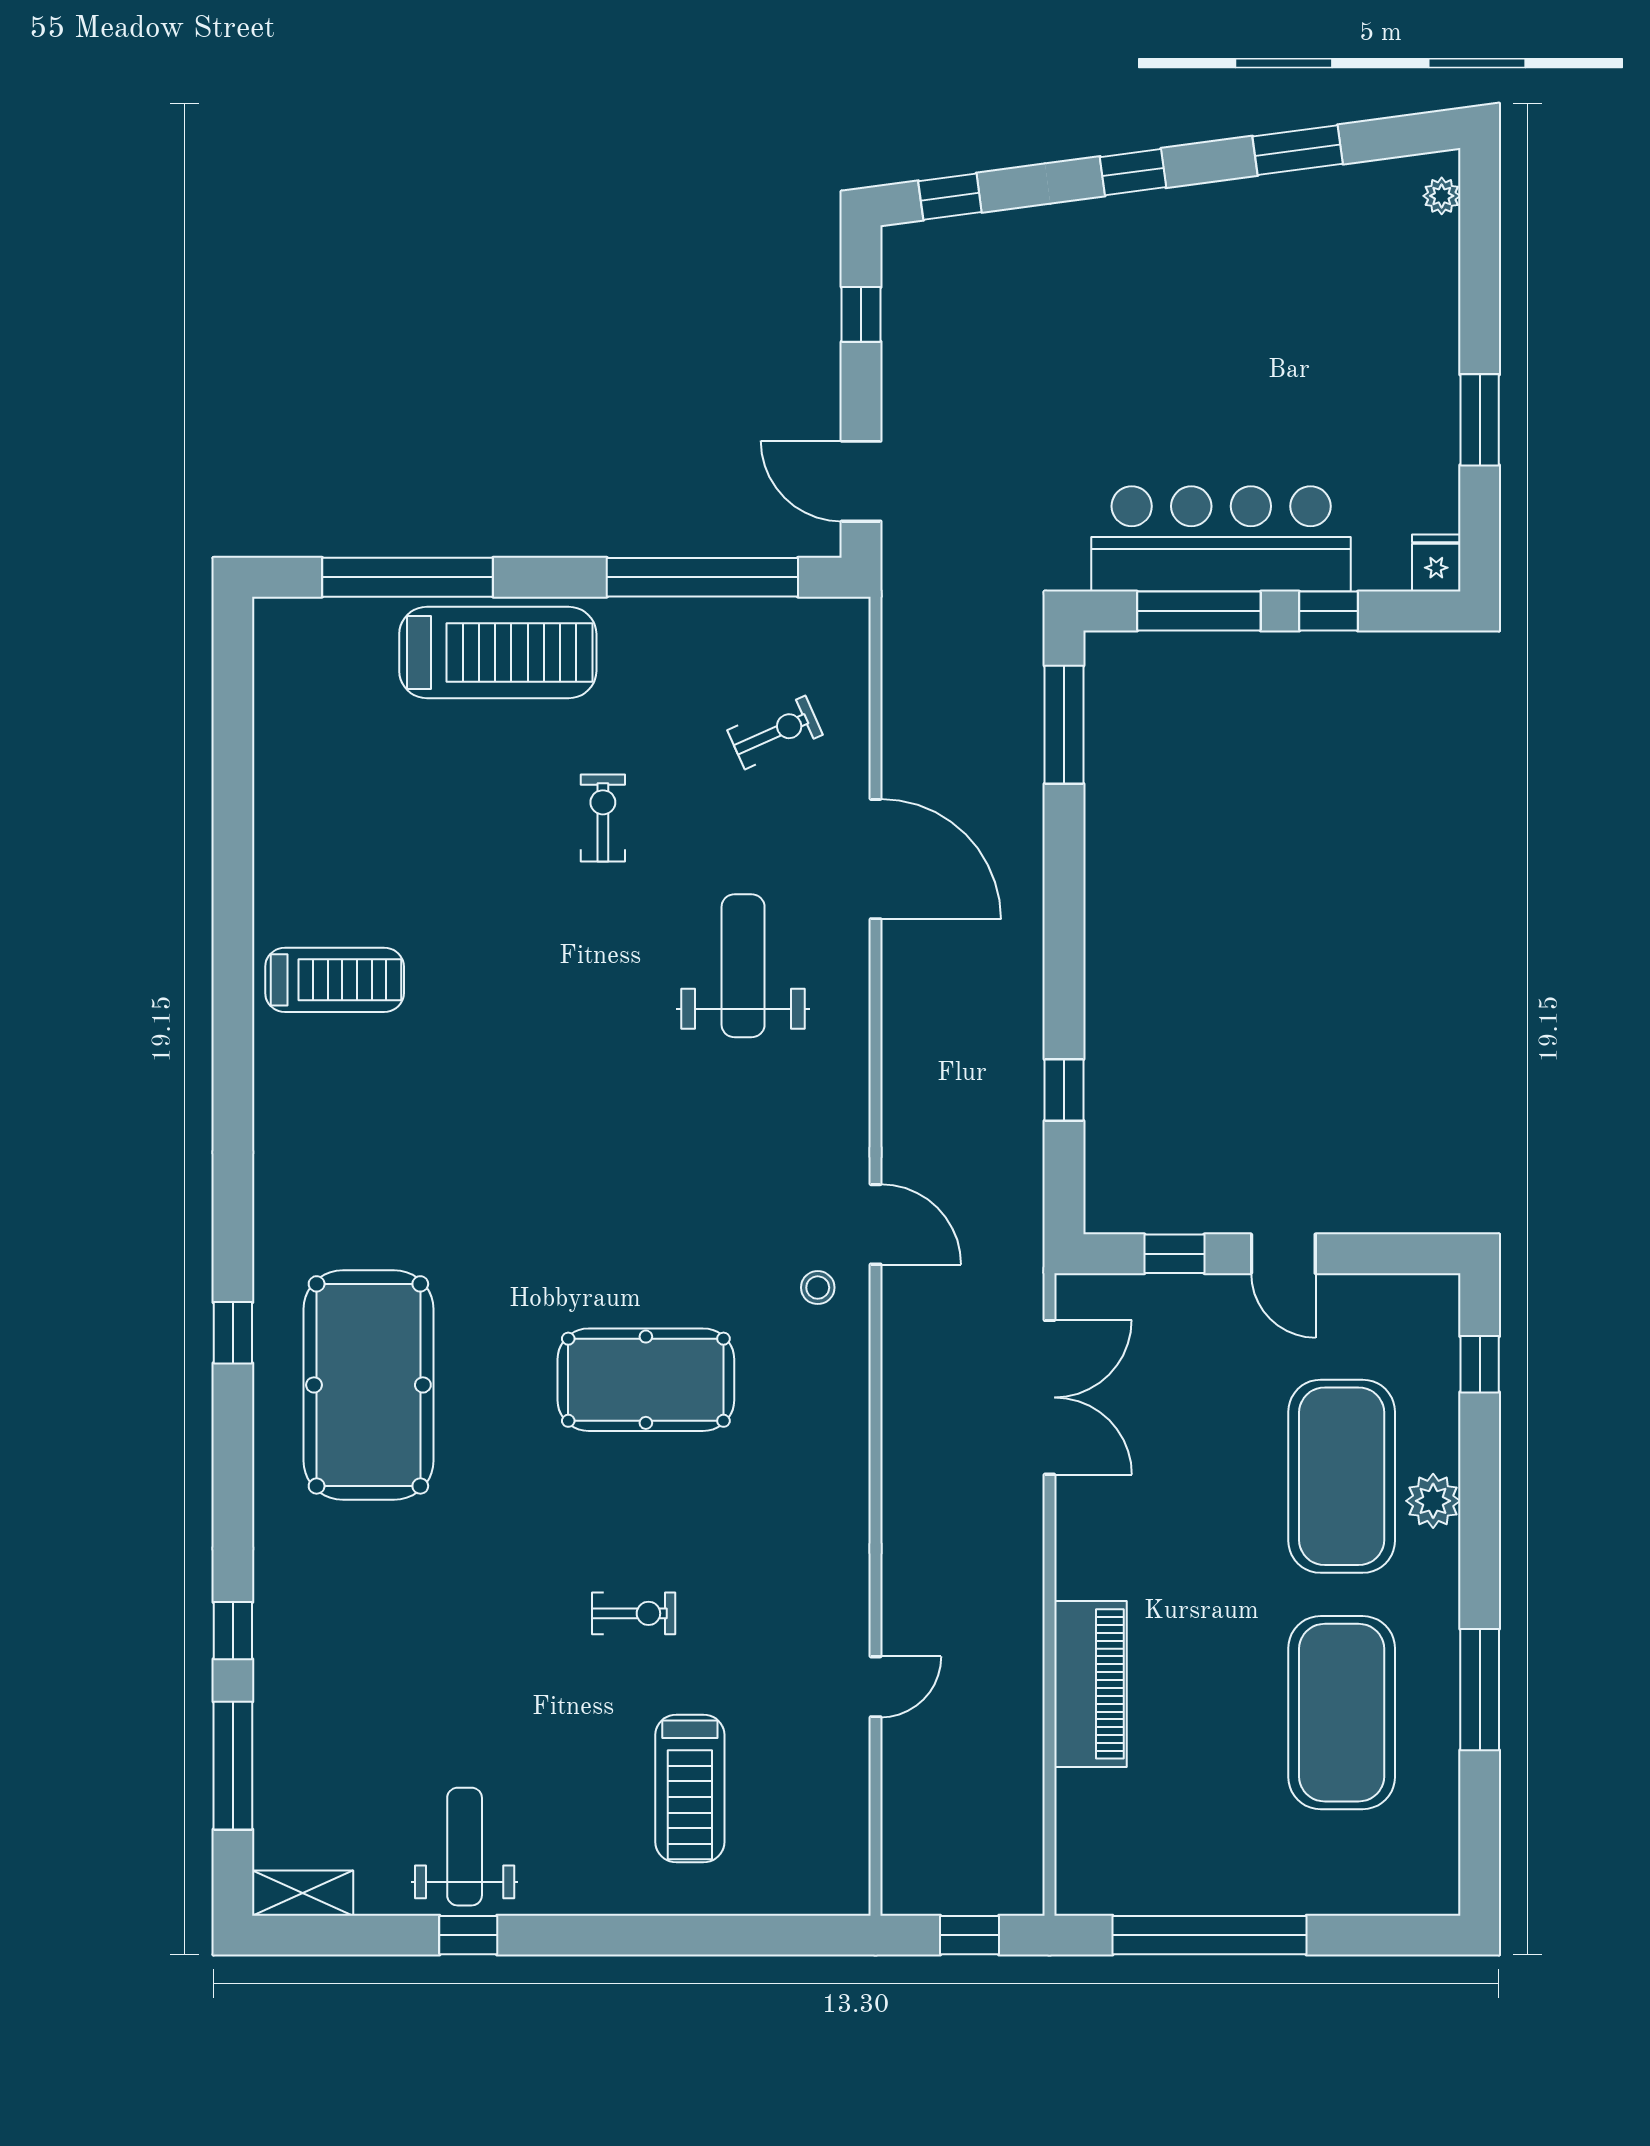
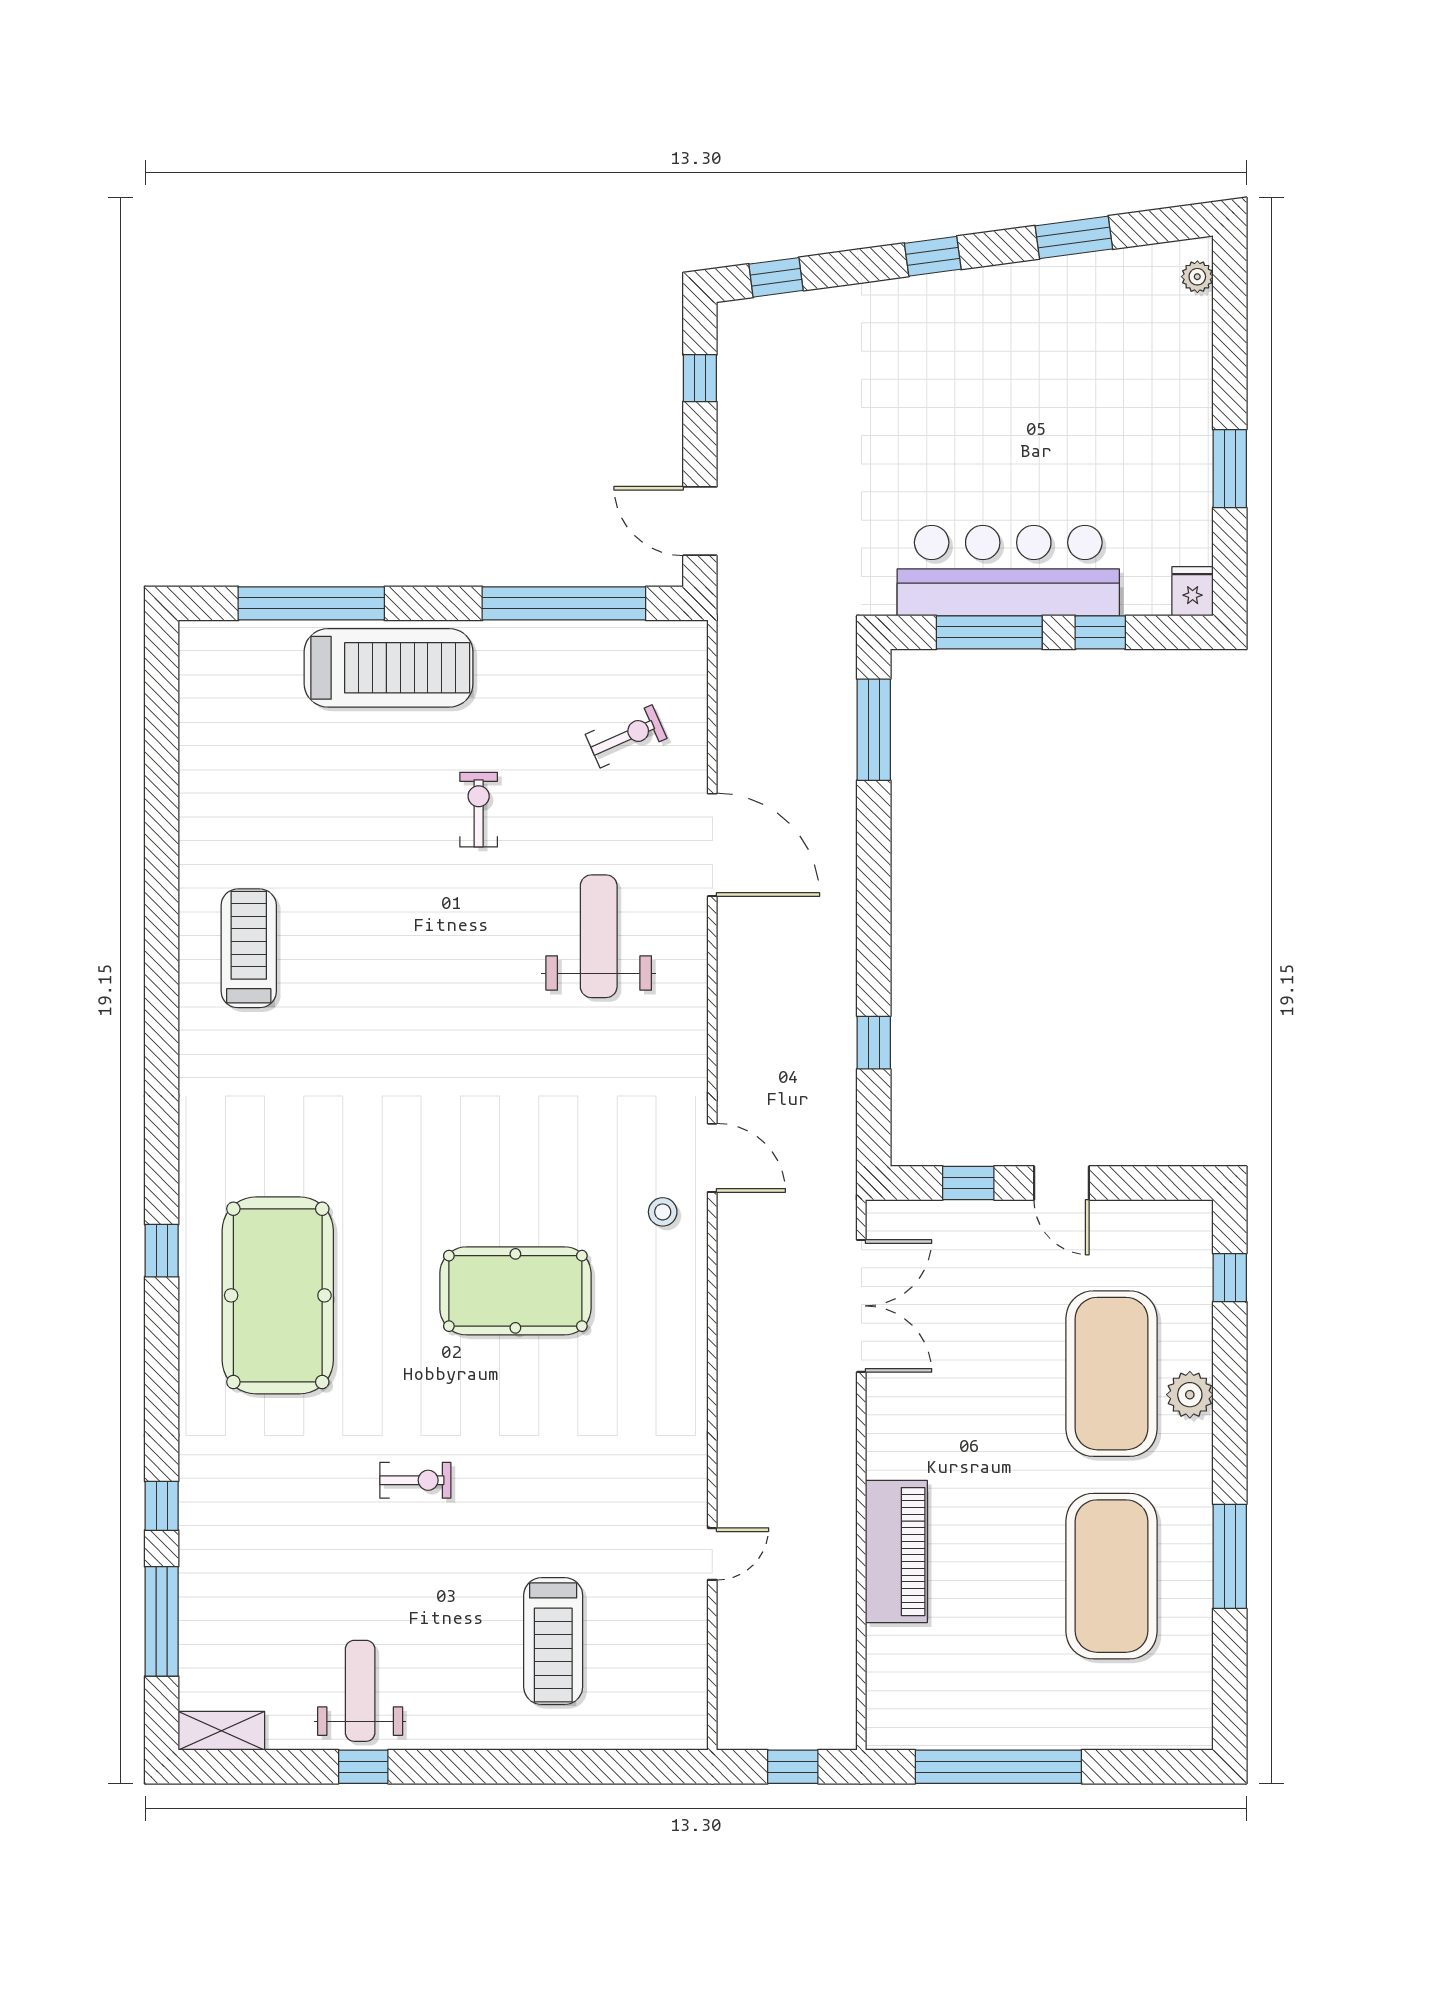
treadmill: (335, 980) -> (249, 948), turned -90
exercise bike: (634, 1613) -> (415, 1480), moved

